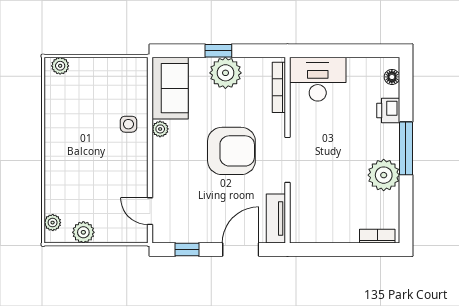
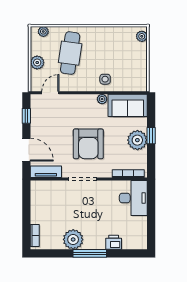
floor lamp: (392, 77) -> (135, 245), removed
cafe table: (87, 180) -> (70, 53), added
plant: (83, 232) -> (37, 63), moved

